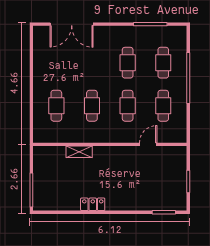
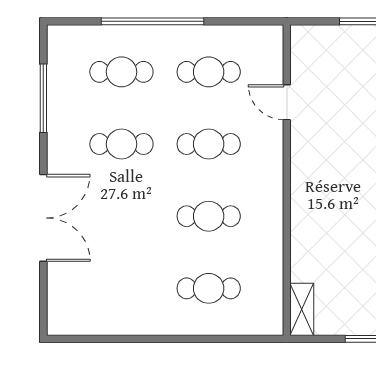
double door: (72, 24) -> (43, 218), moved
shelving: (79, 152) -> (302, 309), moved

